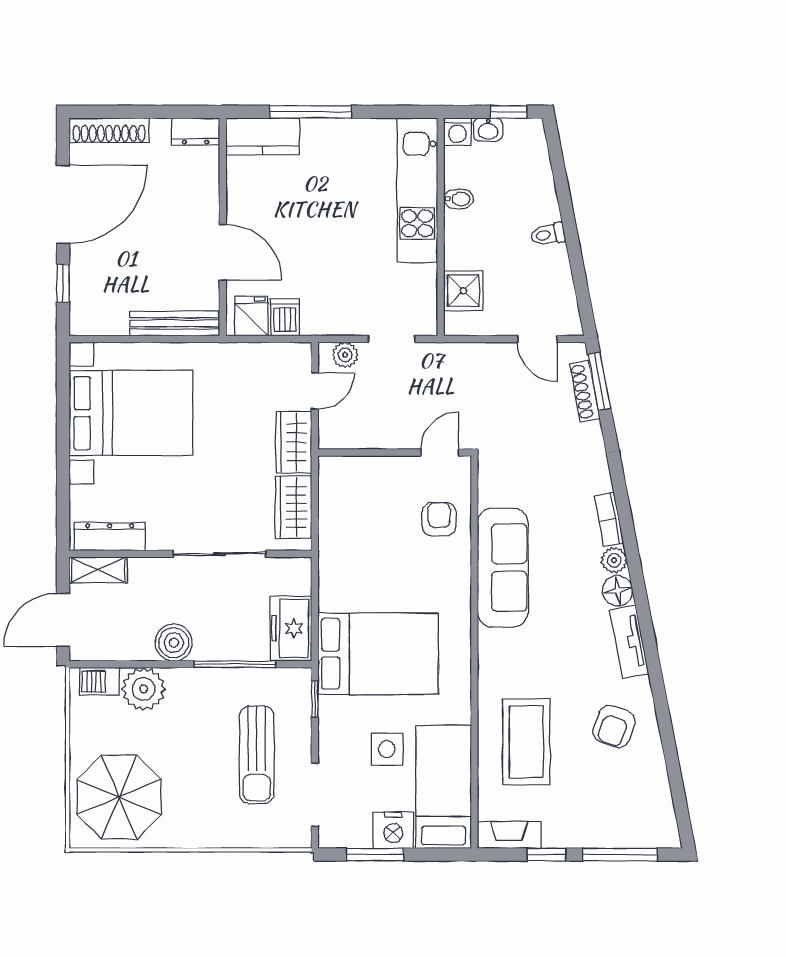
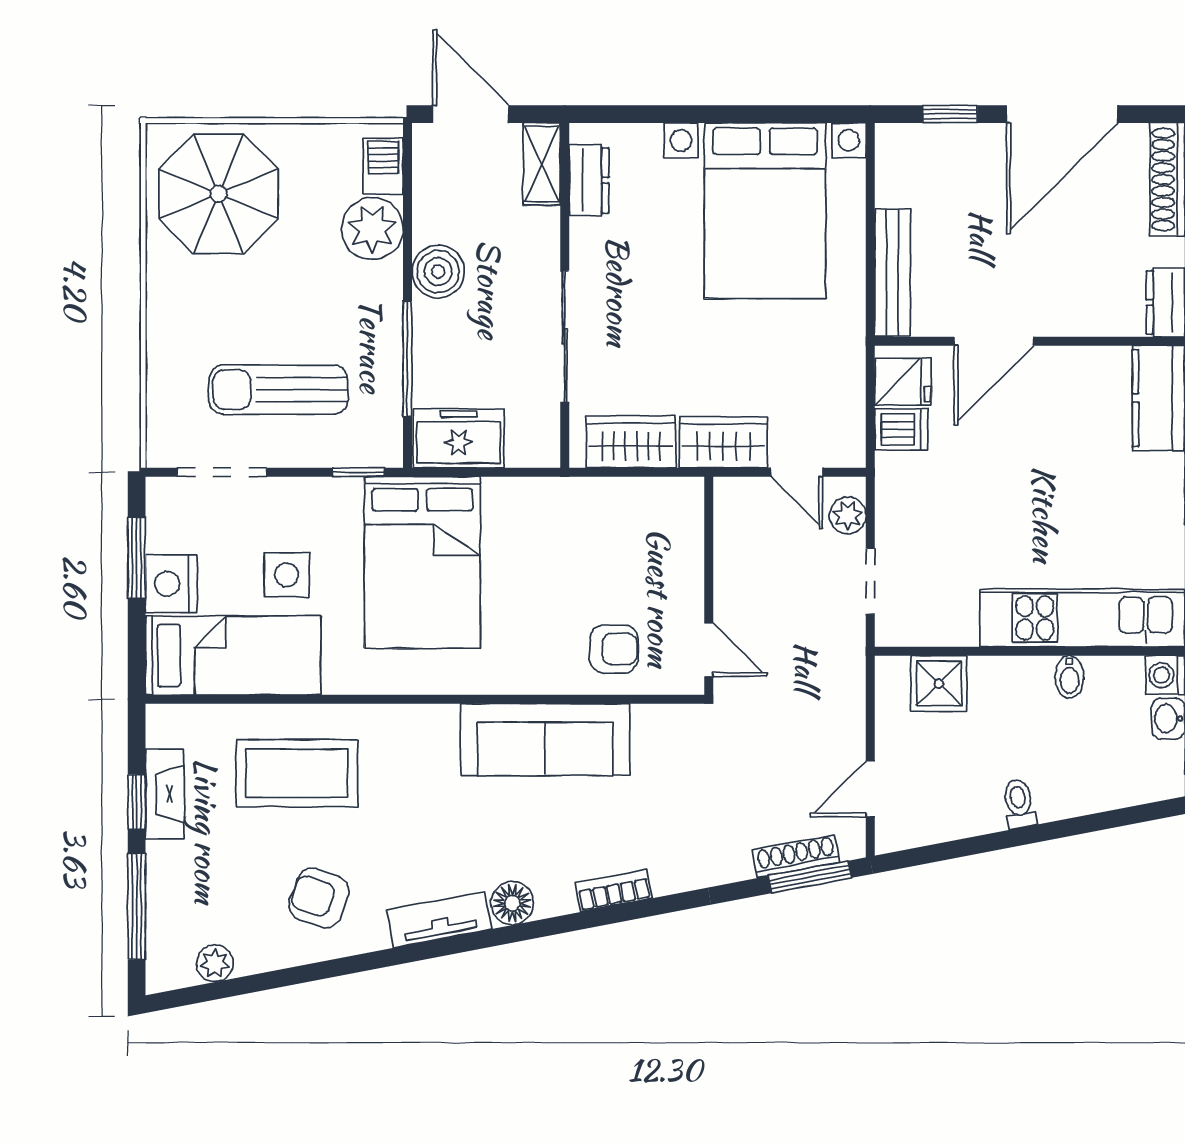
door: (63, 204) -> (1062, 114), hinge flipped
dresser: (110, 537) -> (589, 180), width x0.70
plant: (614, 560) -> (215, 963), moved
fireplace: (509, 835) -> (165, 794), moved

